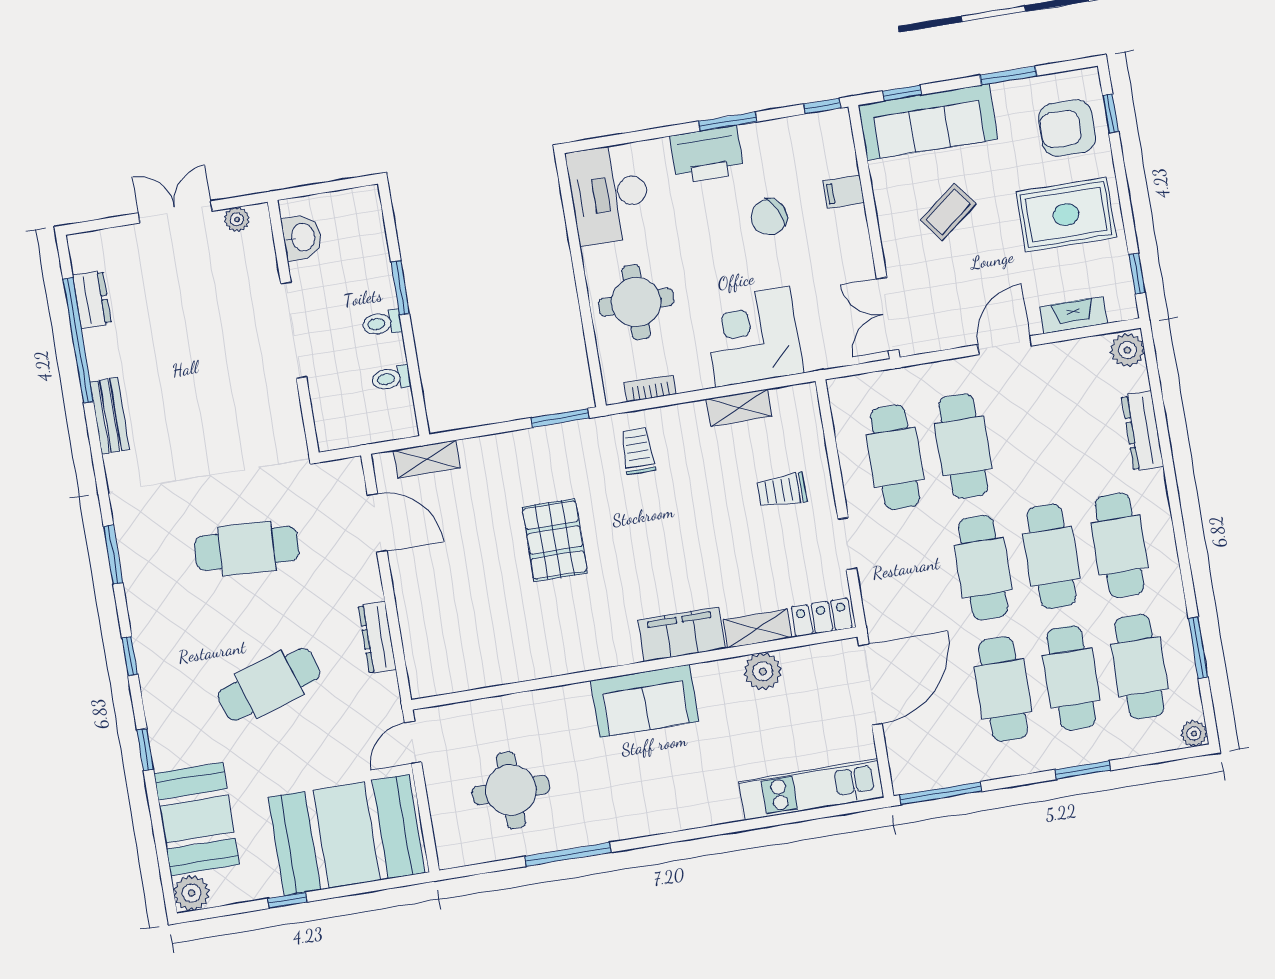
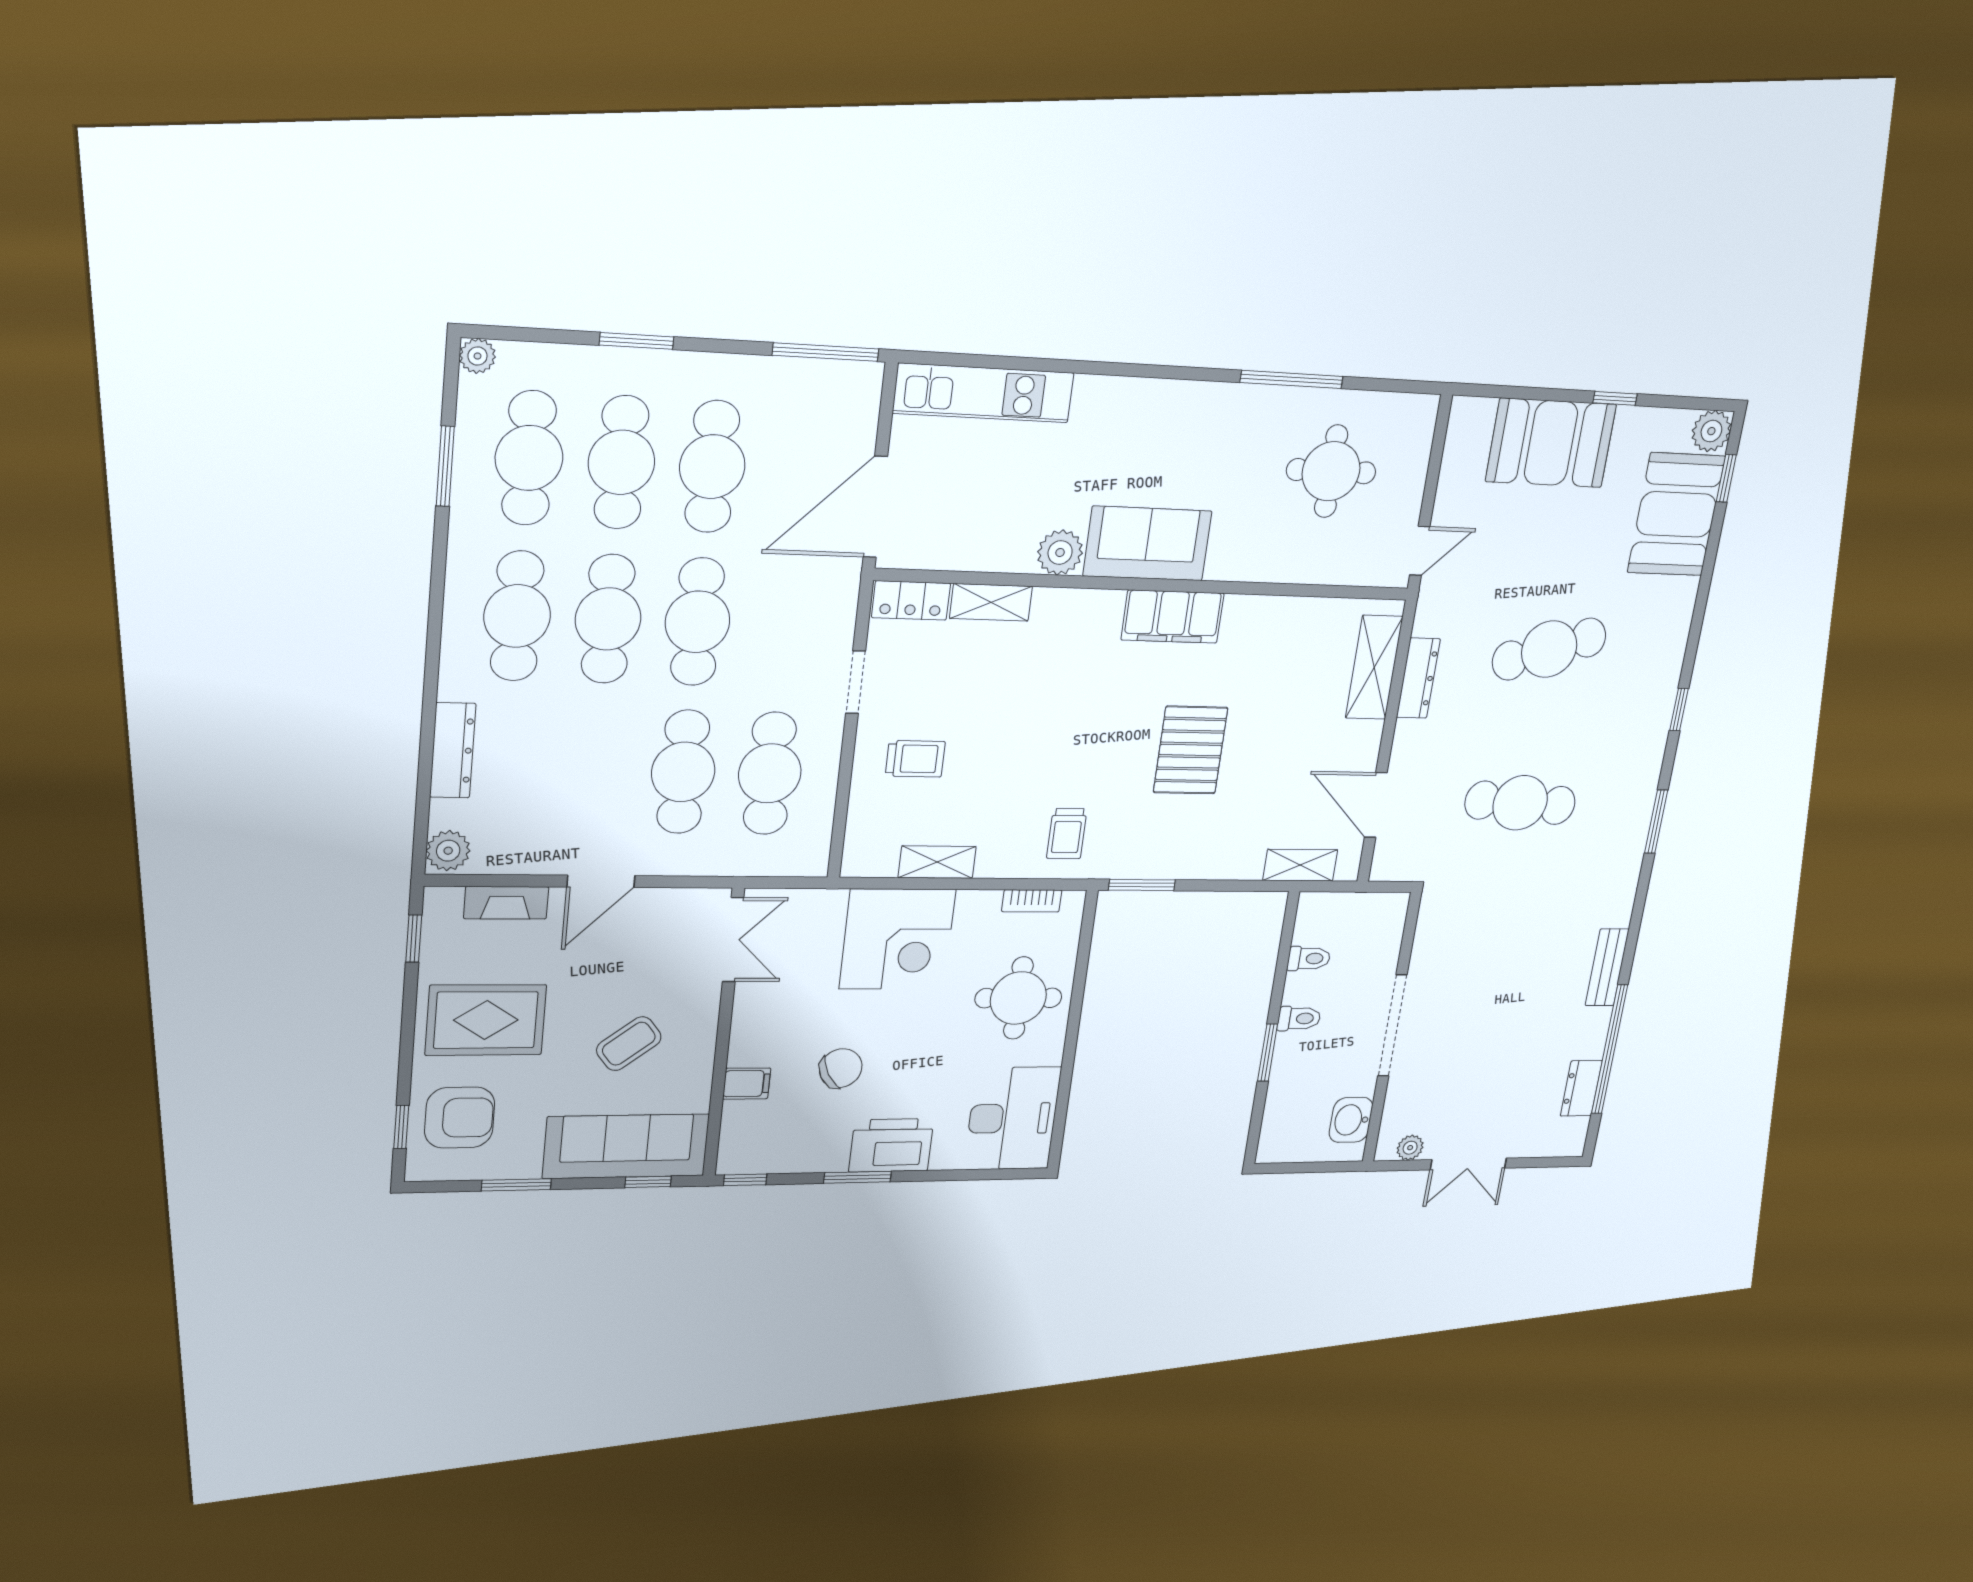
filing cabinet: (682, 634) -> (1173, 617), moved
shelving: (419, 639) -> (1374, 667), added
plant: (763, 671) -> (1060, 552), moved
window: (145, 750) -> (1726, 478), moved
booth: (347, 835) -> (1551, 443), width x0.73, depth x0.70

